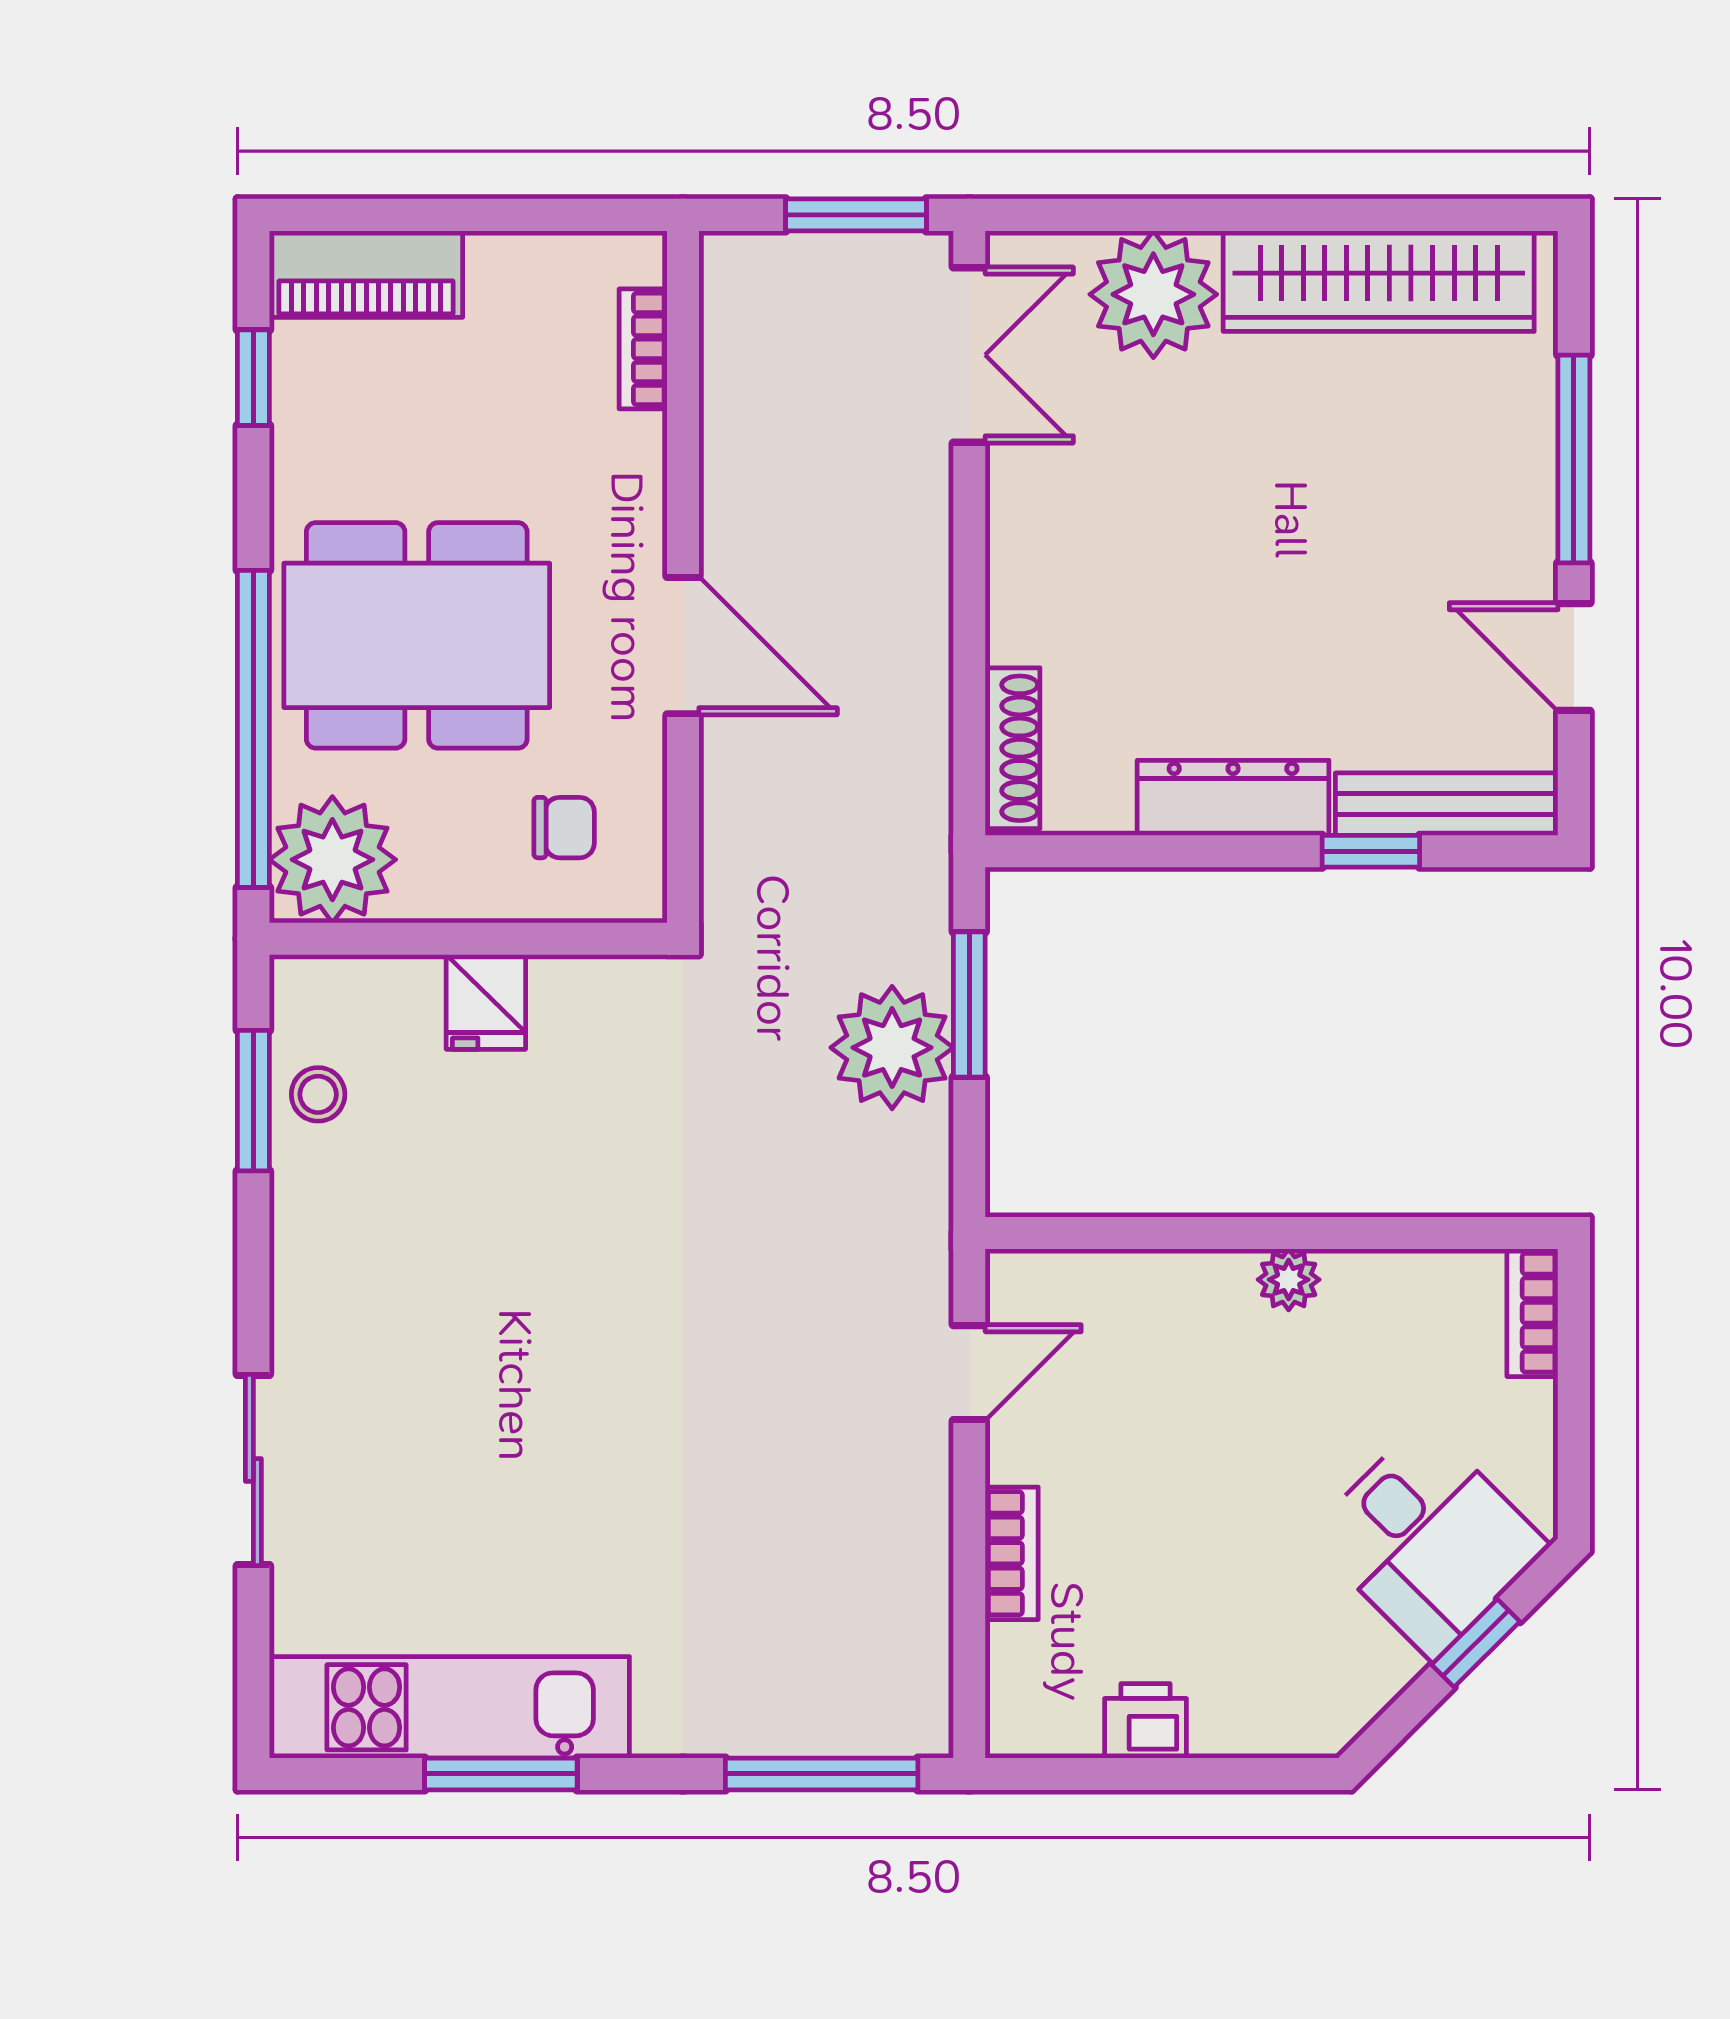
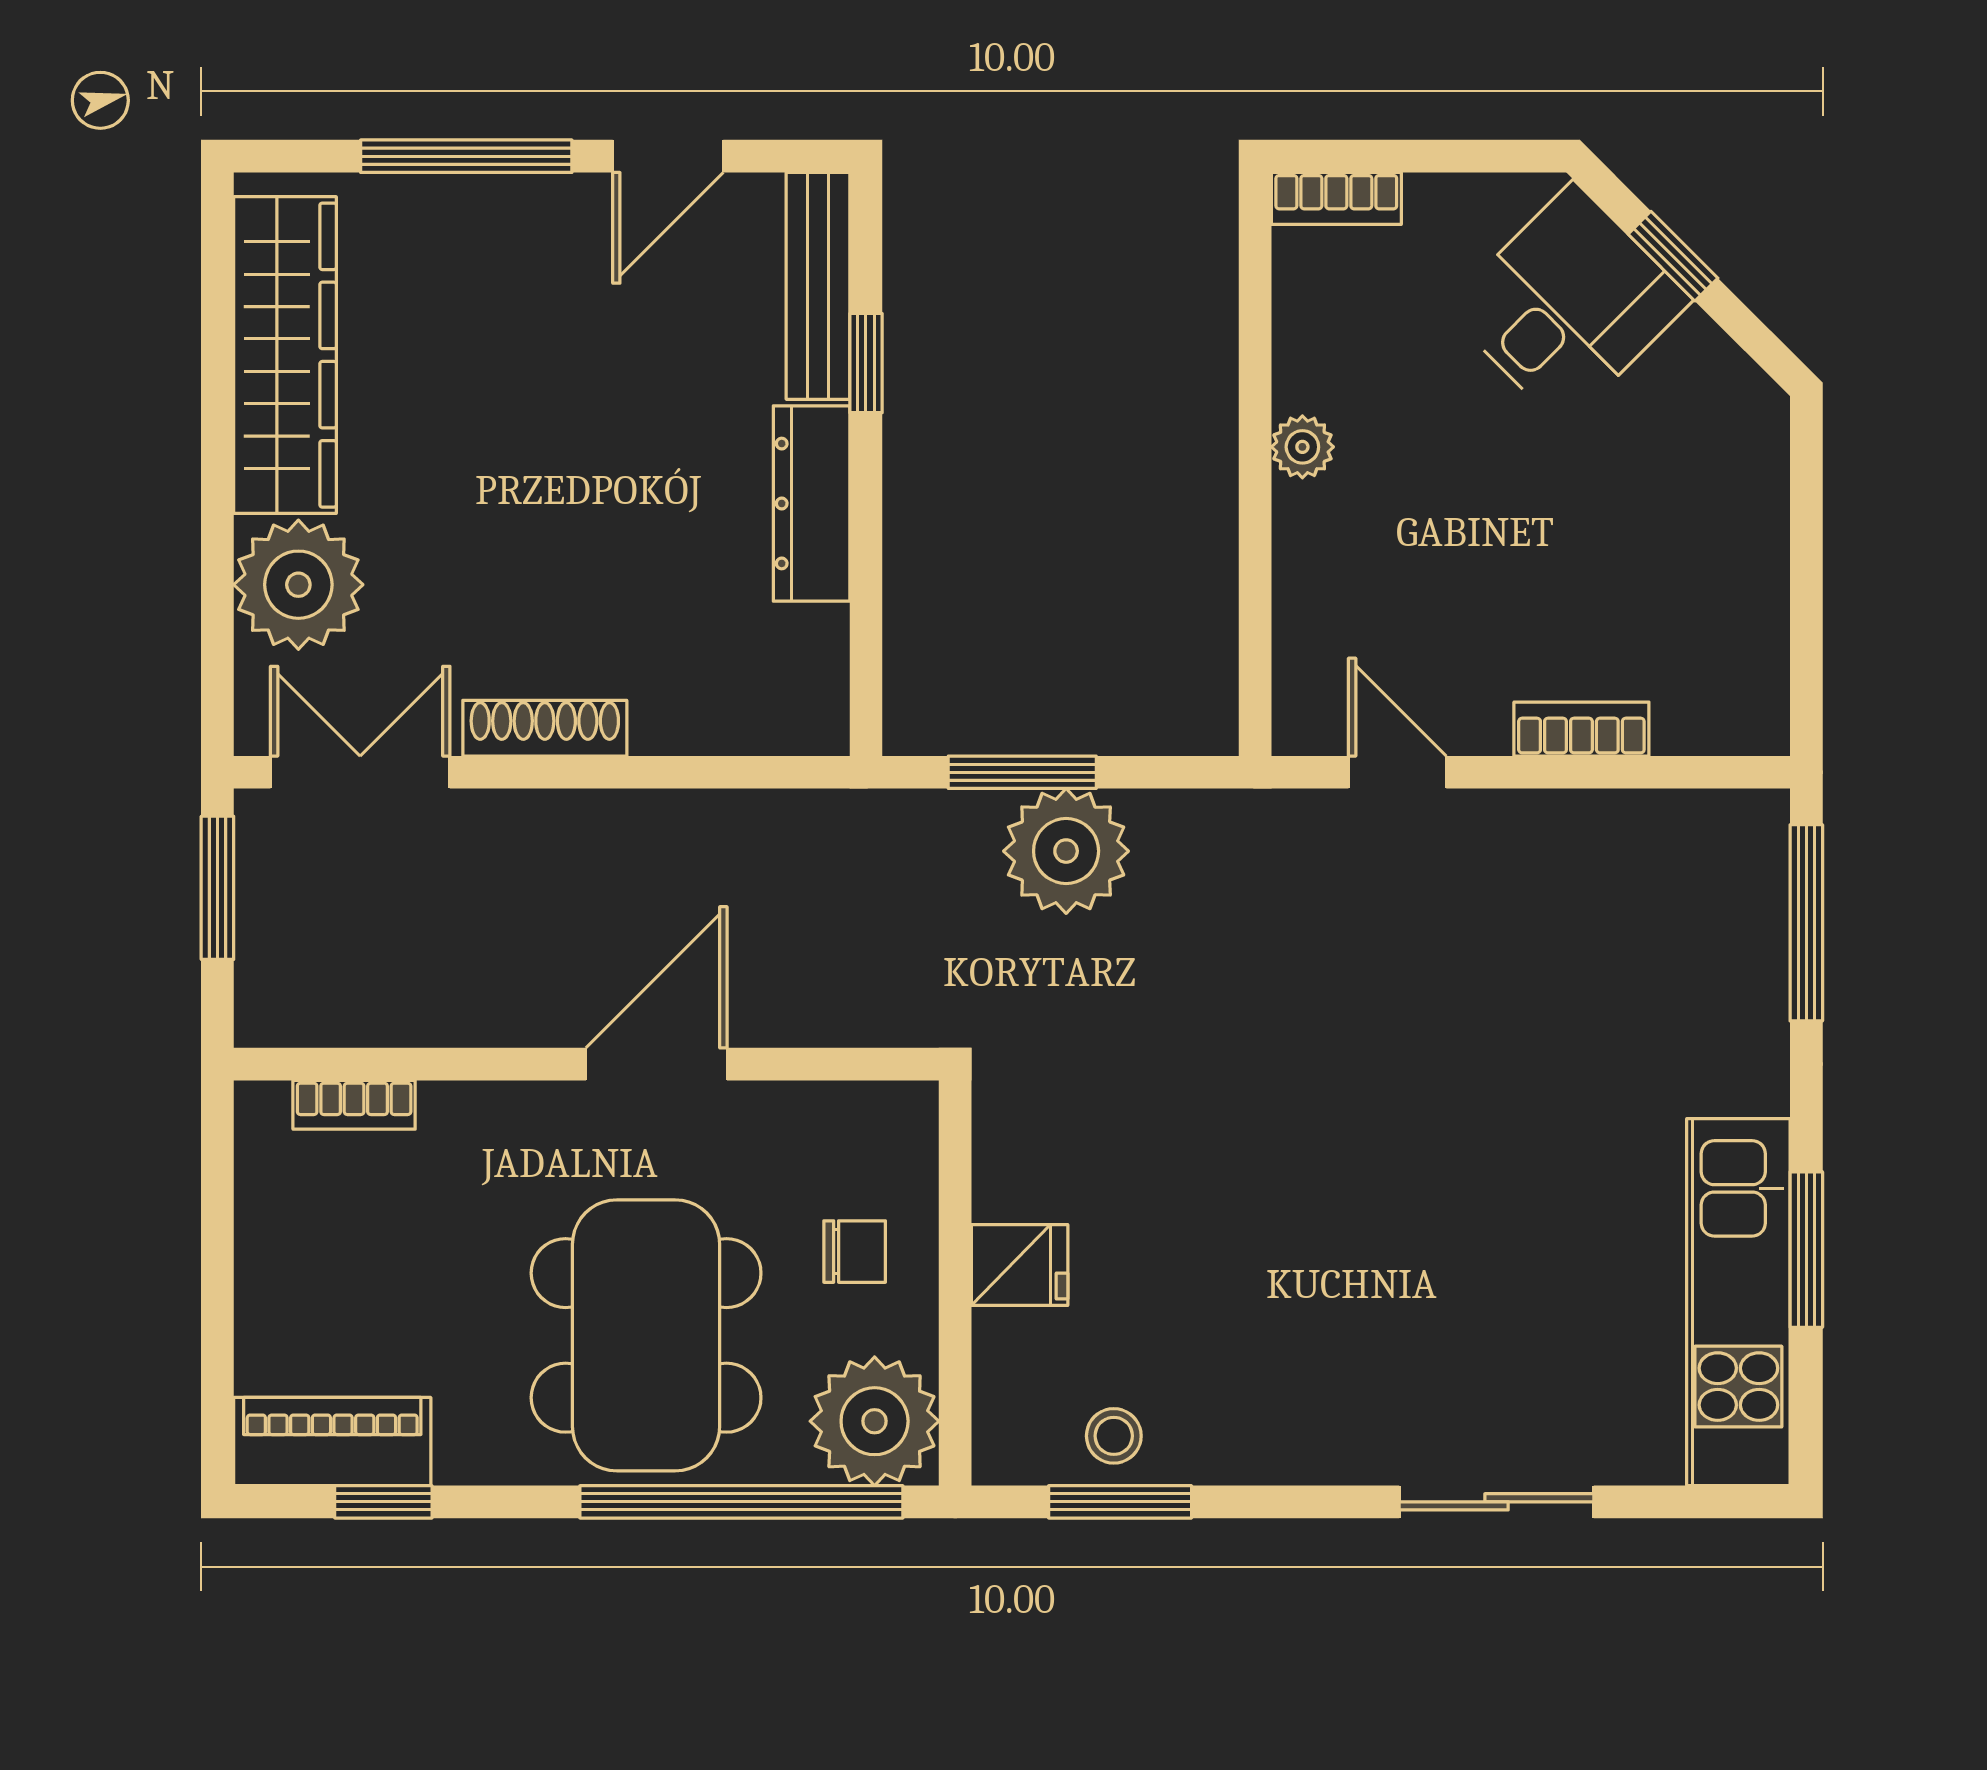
piano: (366, 274) -> (332, 1442), moved, turned -90
shoe rack: (1013, 748) -> (545, 728), moved
chair: (564, 828) -> (855, 1252), moved, turned 90
printer: (1146, 1721) -> (1752, 593), removed

